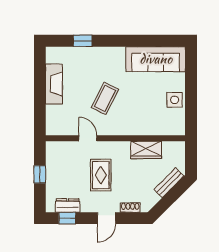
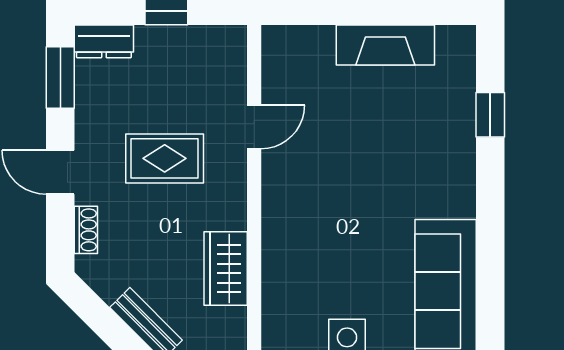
coffee table: (105, 98) -> (350, 169), removed
dresser: (68, 205) -> (104, 41), moved, turned 90
window: (67, 218) -> (60, 77), width x1.50

